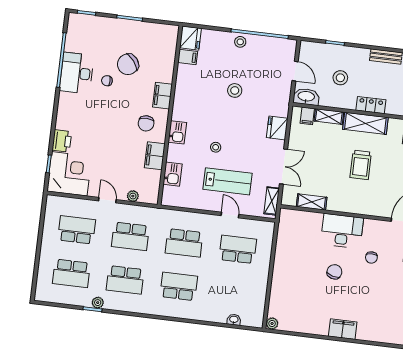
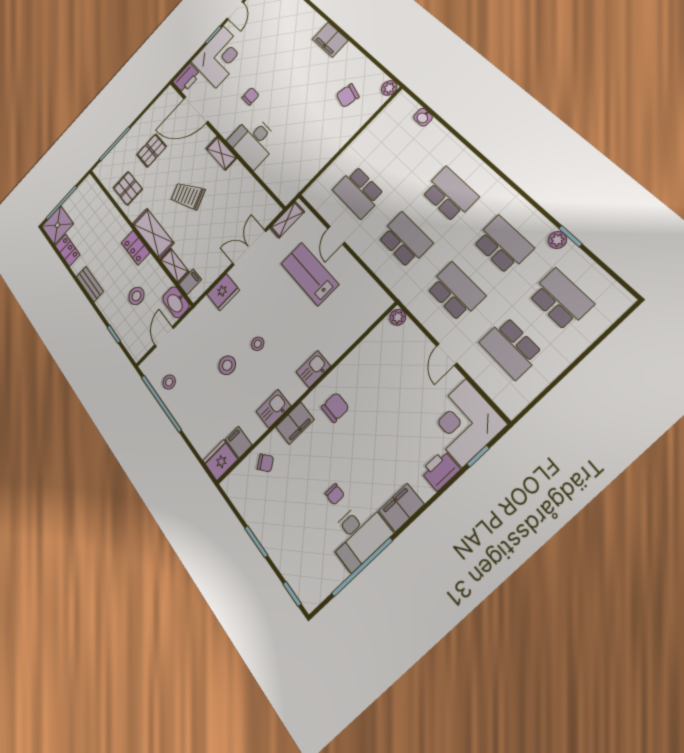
stool: (240, 42) -> (169, 382), moved
chair: (128, 64) -> (265, 463), moved, width x0.54, depth x0.54
stool: (216, 147) -> (258, 344), moved
filing cabinet: (155, 156) -> (401, 507), moved, turned 180
trolley: (361, 165) -> (188, 196), turned -116
kitchen sink: (173, 174) -> (273, 409), moved
plant: (133, 196) -> (398, 317), moved
shelving: (312, 202) -> (221, 153), moved
chair: (334, 272) -> (348, 96), moved
school desk: (179, 286) -> (450, 194), turned 180

